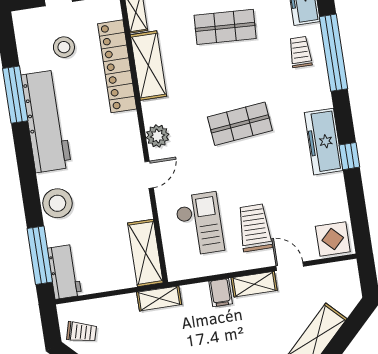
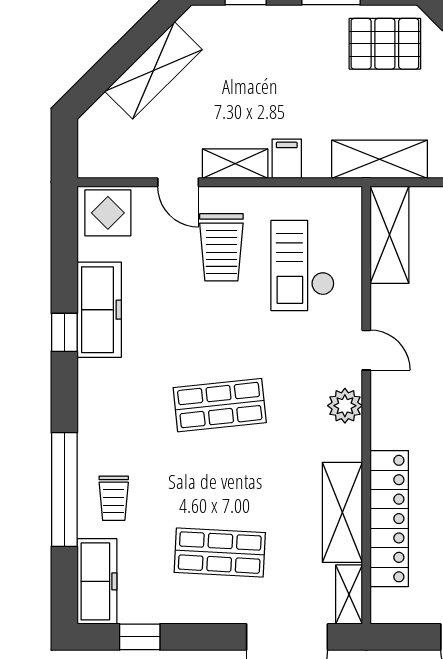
freezer: (324, 142) -> (99, 310), moved
door: (149, 175) -> (366, 350), swing flipped
shelving: (159, 298) -> (380, 159), width x1.50, depth x1.33

